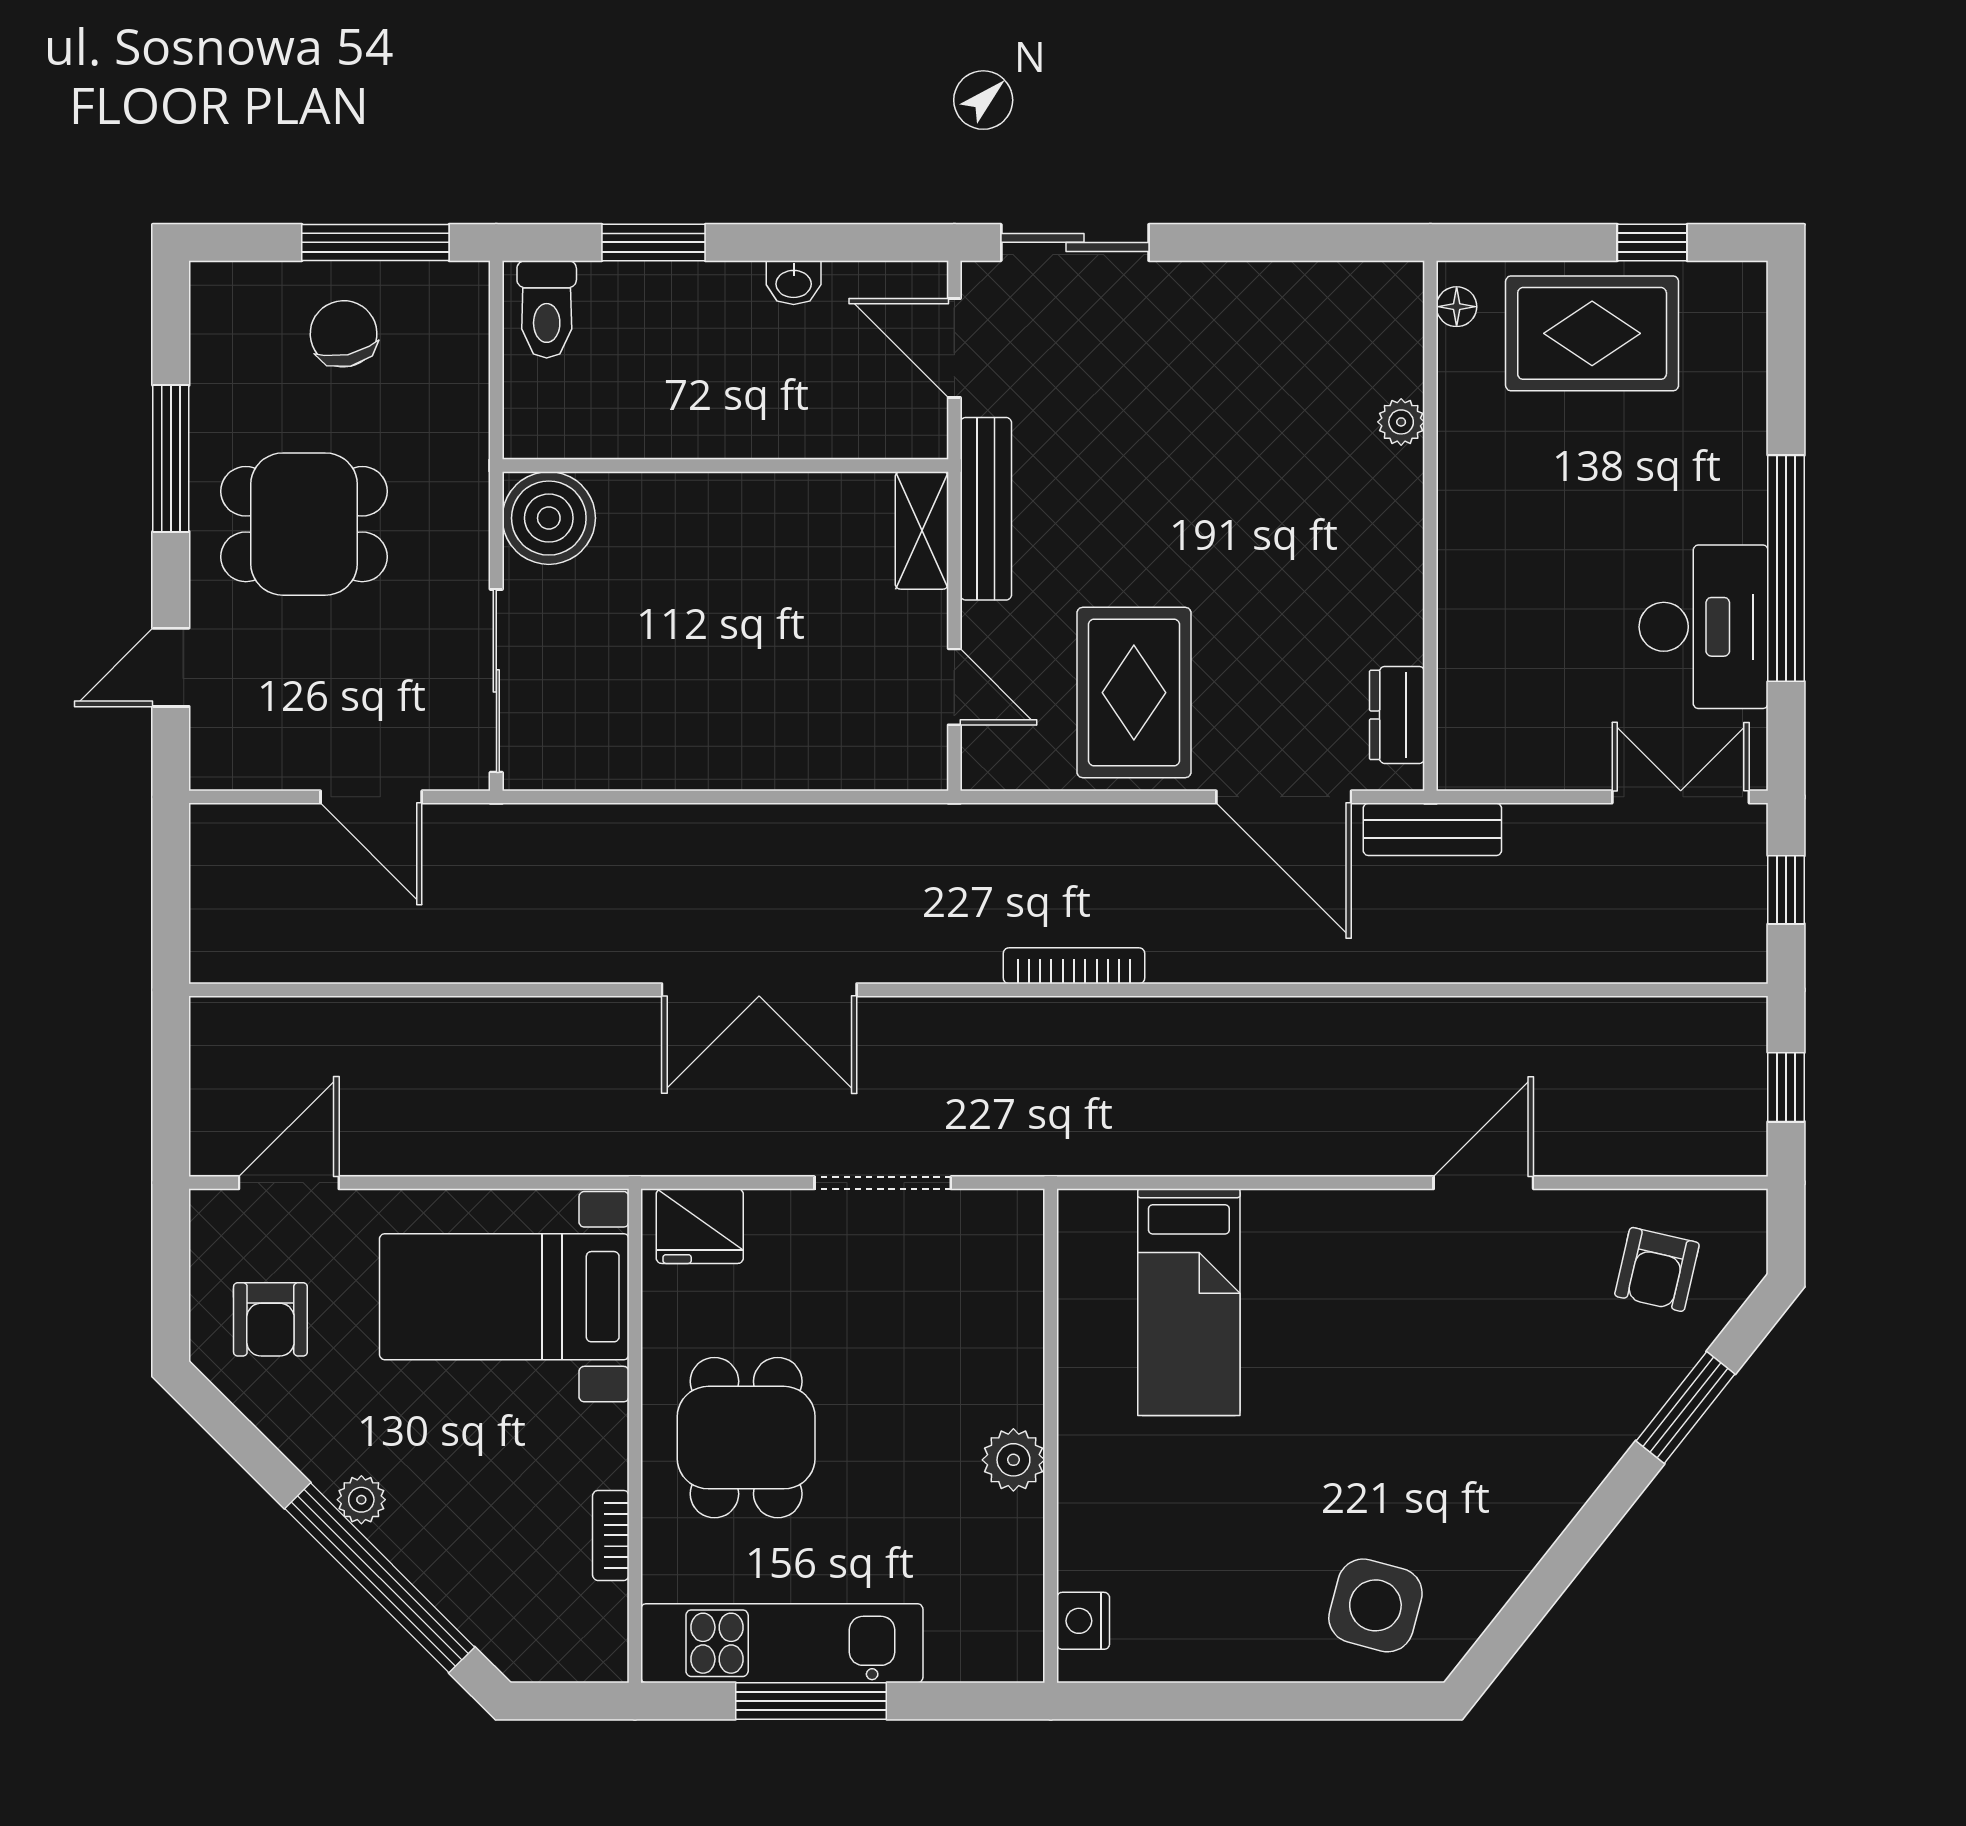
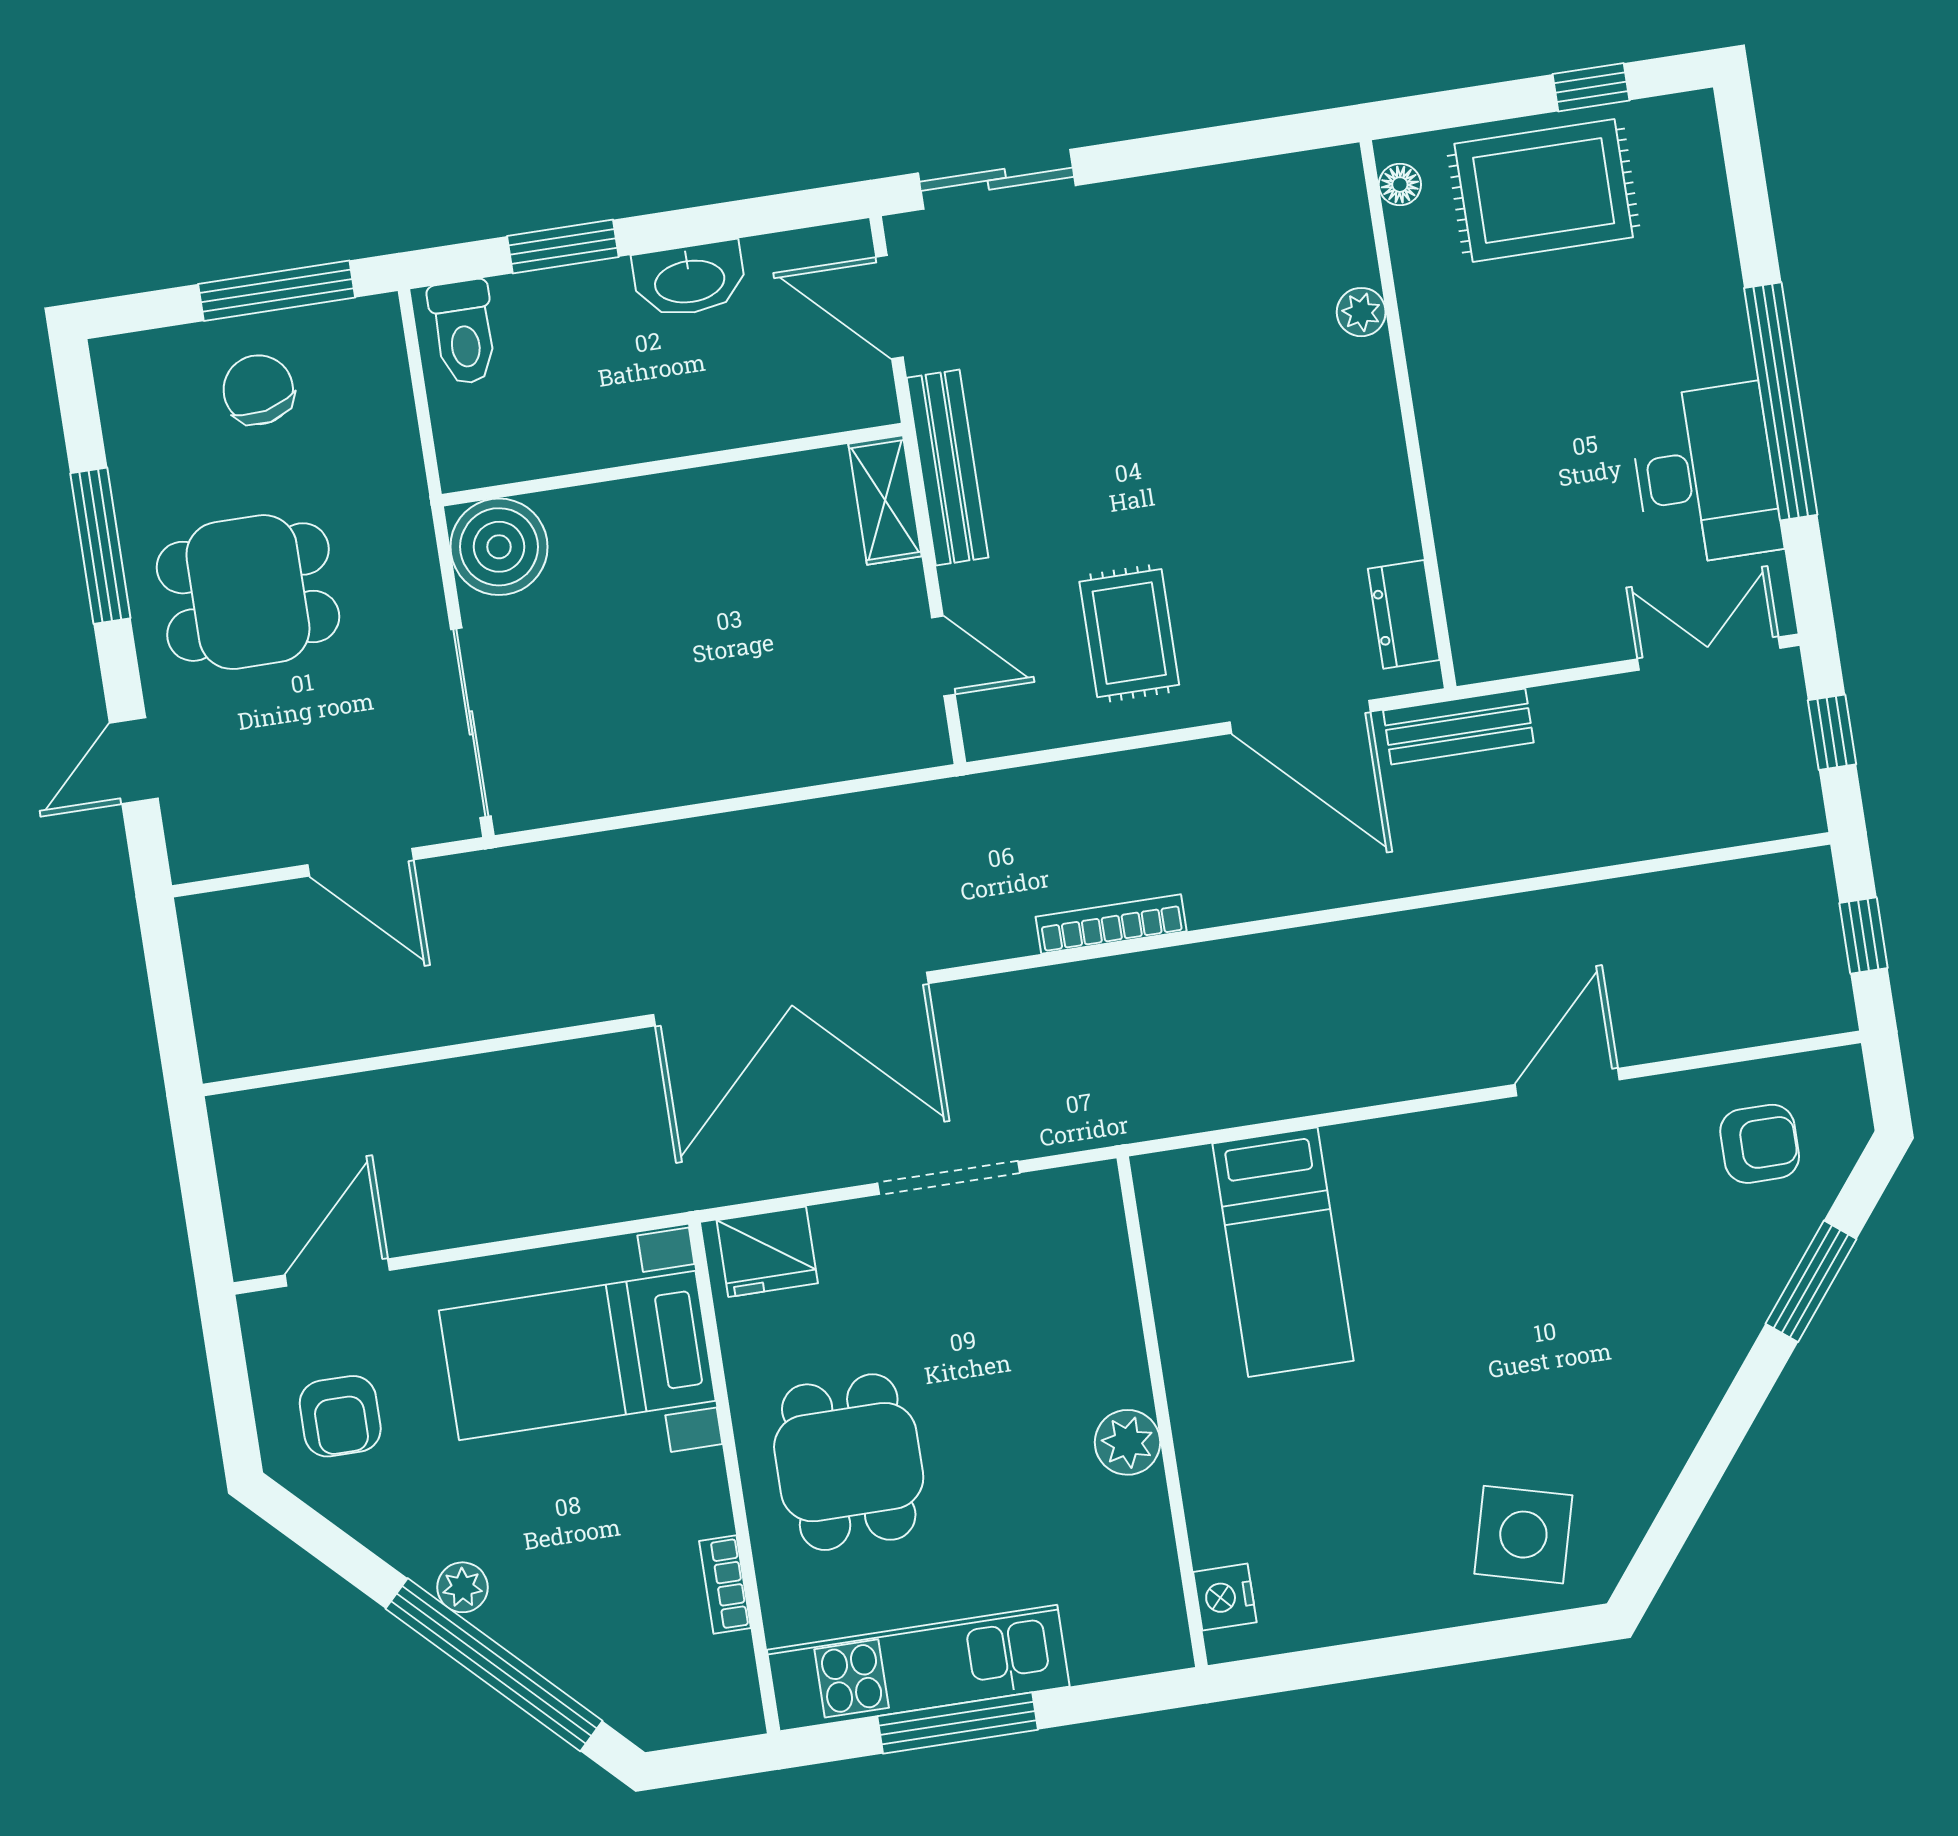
washbasin: (794, 283) -> (689, 280), width x1.91, depth x1.45
rug: (1134, 693) -> (1129, 633), width x0.73, depth x0.70
double door: (759, 990) -> (791, 999), width x1.36
armchair: (1657, 1269) -> (1760, 1144), turned -103

